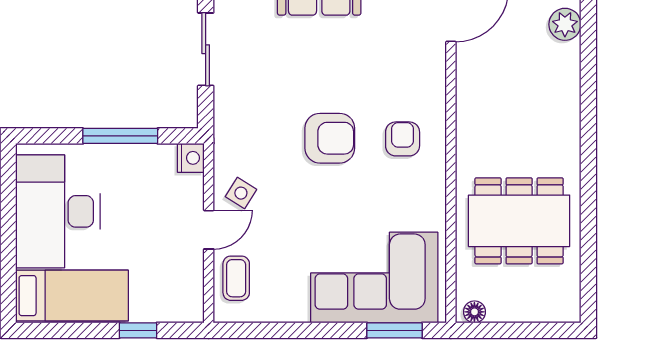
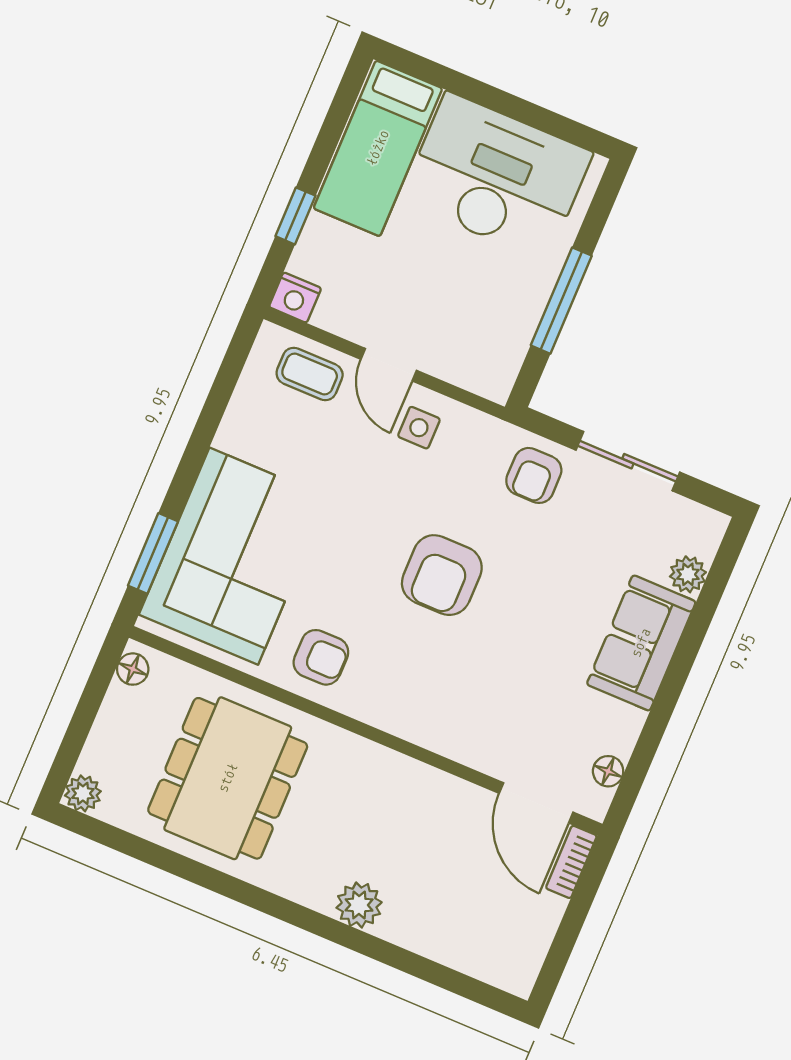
plant: (565, 24) -> (359, 905), moved
armchair: (240, 106) -> (534, 475), added
armchair: (403, 139) -> (321, 657), moved
nightstand: (191, 158) -> (295, 298), moved
side table: (241, 193) -> (419, 428), turned -32
plant: (568, 310) -> (83, 793), added

